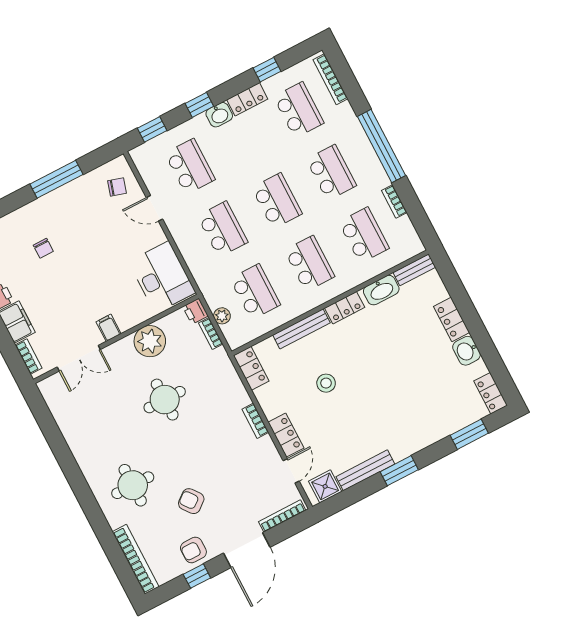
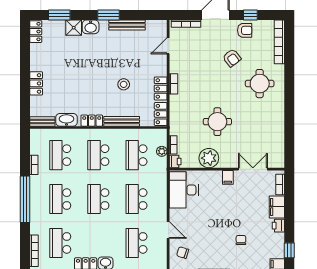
washbasin: (467, 351) -> (91, 27), moved, turned 90
locker: (286, 435) -> (161, 88), moved
shower: (325, 486) -> (74, 28), moved

